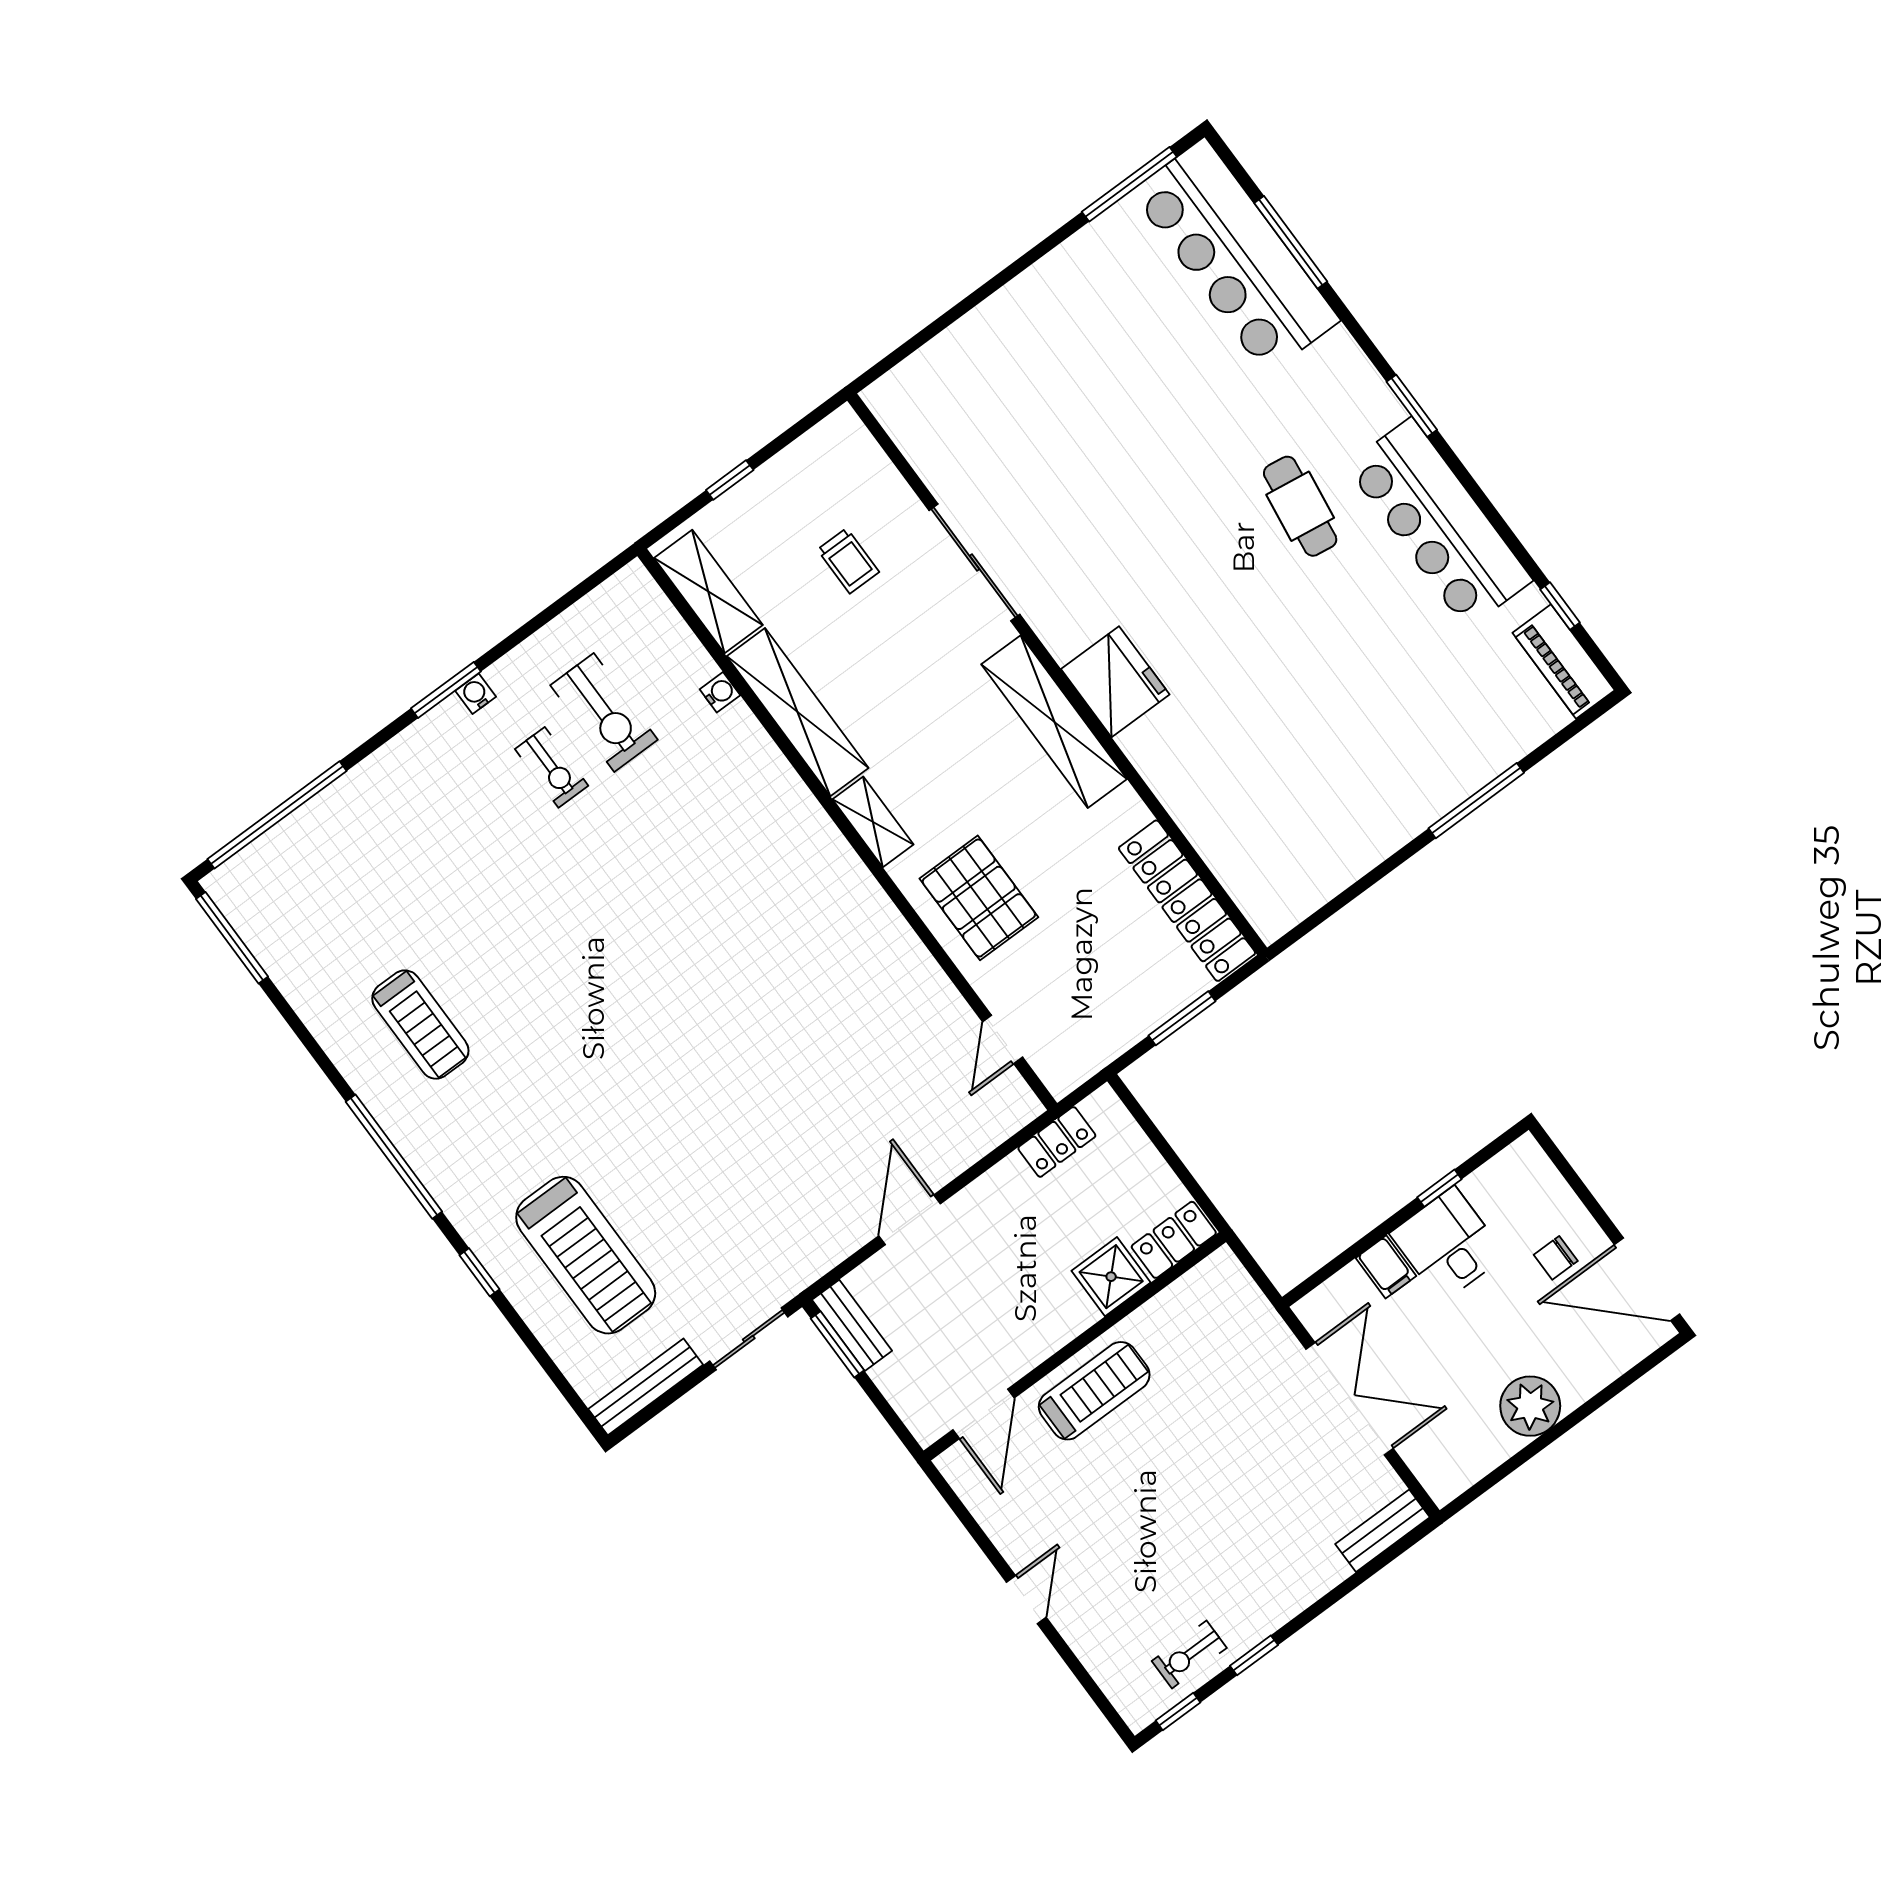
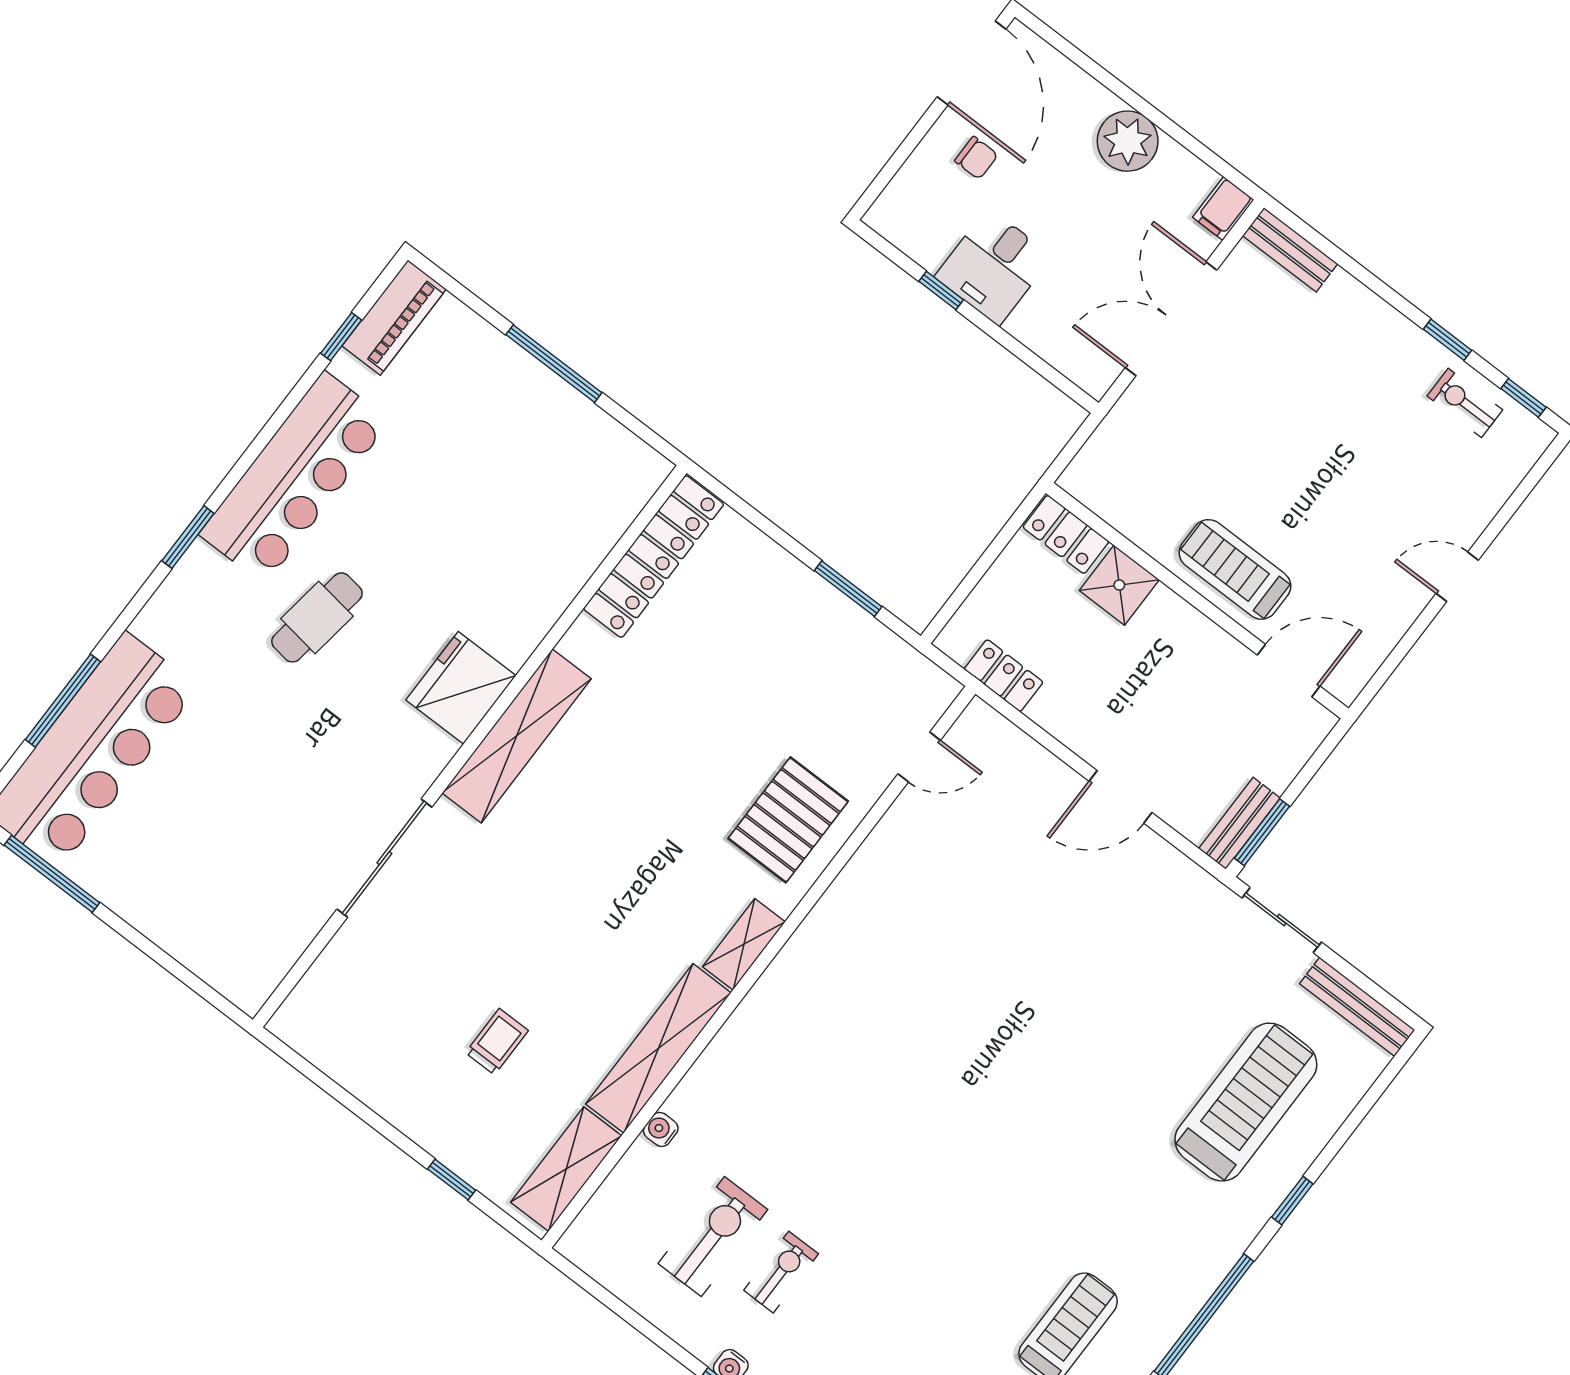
sliding door: (974, 562) -> (384, 858), moved
wall: (1057, 674) -> (470, 746), moved
fridge: (1115, 682) -> (461, 688), moved
shelving: (1054, 722) -> (517, 736), moved
locker: (1187, 901) -> (654, 557), moved
filing cabinet: (1386, 1267) -> (1223, 209), moved, turned 180
exercise bike: (1189, 1654) -> (1465, 403), turned 180

